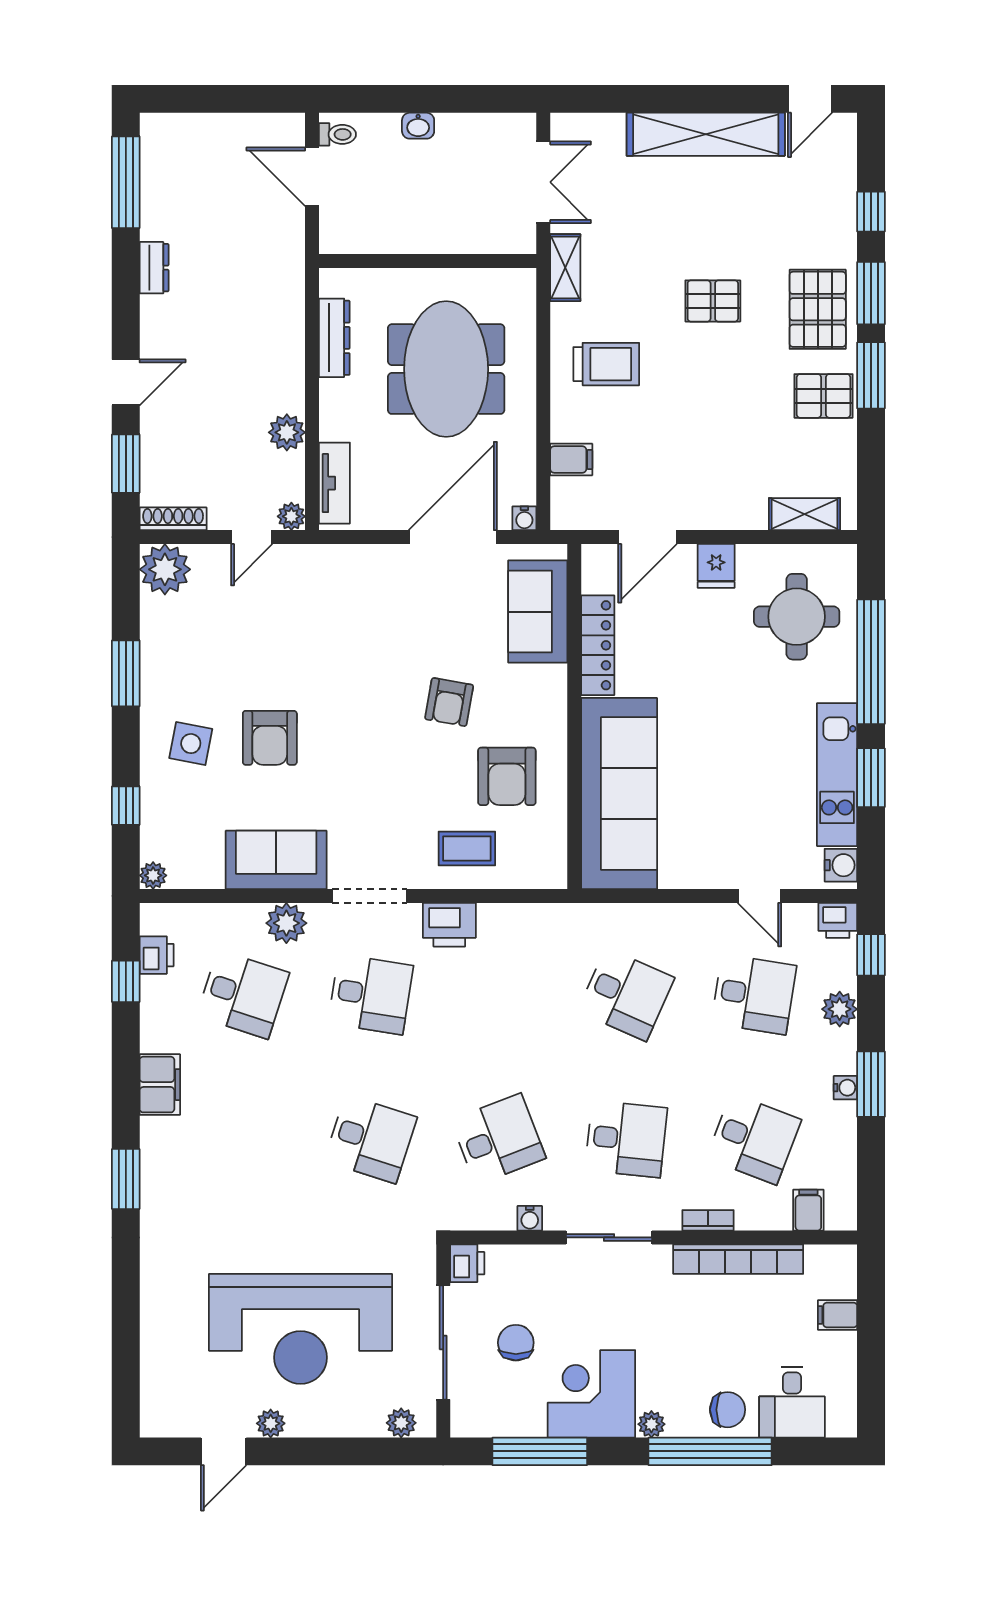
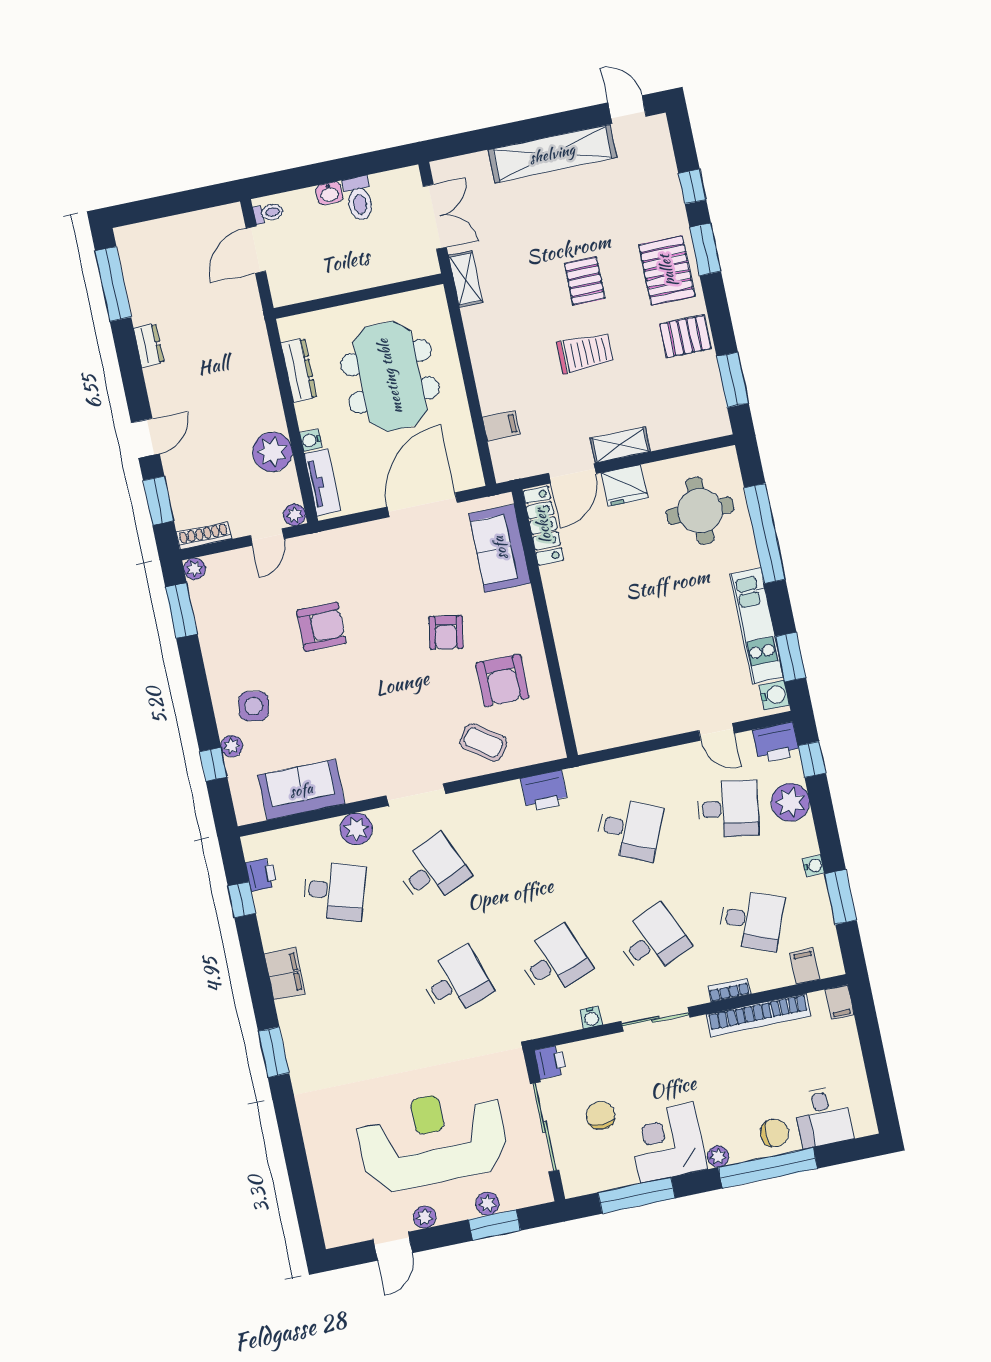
door: (810, 99) -> (627, 110), swing flipped
toilet: (453, 140) -> (359, 198), added
door: (312, 177) -> (256, 250), hinge flipped
pallet: (713, 301) -> (585, 281), turned 90
trolley: (606, 364) -> (585, 353), moved
window: (871, 375) -> (733, 380), moved
plant: (287, 432) -> (272, 452), width x1.36, depth x1.36
shelving: (805, 514) -> (620, 445), moved
water cooler: (524, 518) -> (311, 440), moved, turned 90
fridge: (716, 566) -> (624, 486), width x1.38
plant: (165, 569) -> (195, 569), width x0.53, depth x0.53
locker: (598, 645) -> (543, 526), moved
window: (126, 673) -> (181, 611), moved
armchair: (270, 738) -> (321, 627), moved, turned -90
window: (871, 778) -> (790, 657), moved
sofa: (619, 793) -> (592, 676), removed
coffee table: (467, 848) -> (483, 742), turned 36
sofa: (276, 860) -> (301, 790), moved
plant: (153, 875) -> (232, 746), moved
printer: (838, 920) -> (776, 743), width x1.36, depth x1.24
printer: (449, 925) -> (544, 791), moved
desk: (371, 994) -> (433, 870), turned -33
plant: (840, 1009) -> (790, 802), width x1.36, depth x1.36
window: (871, 1084) -> (841, 897), moved
desk: (371, 1139) -> (456, 982), turned -36
desk: (626, 1139) -> (653, 941), turned -30
filing cabinet: (837, 1315) -> (840, 1002), moved, turned -90
reception desk: (301, 1329) -> (432, 1139), turned 180
plant: (401, 1423) -> (487, 1204), moved
window: (355, 1451) -> (495, 1225), added

